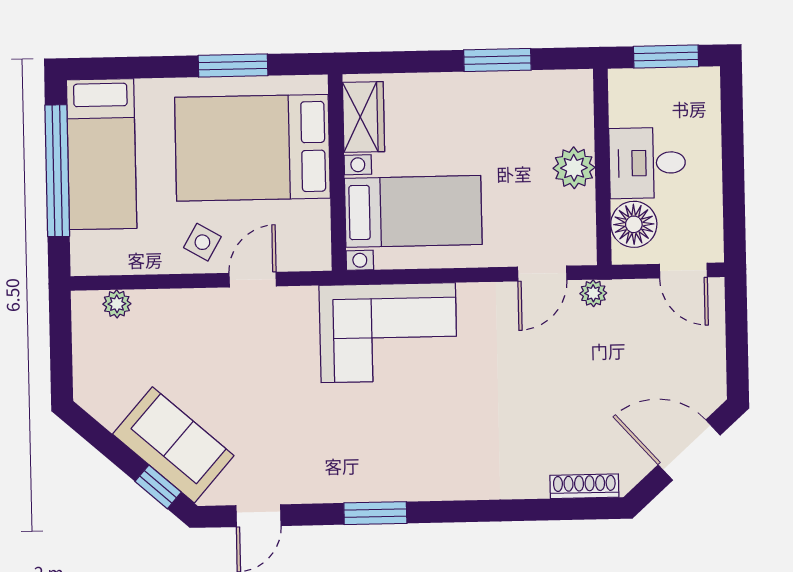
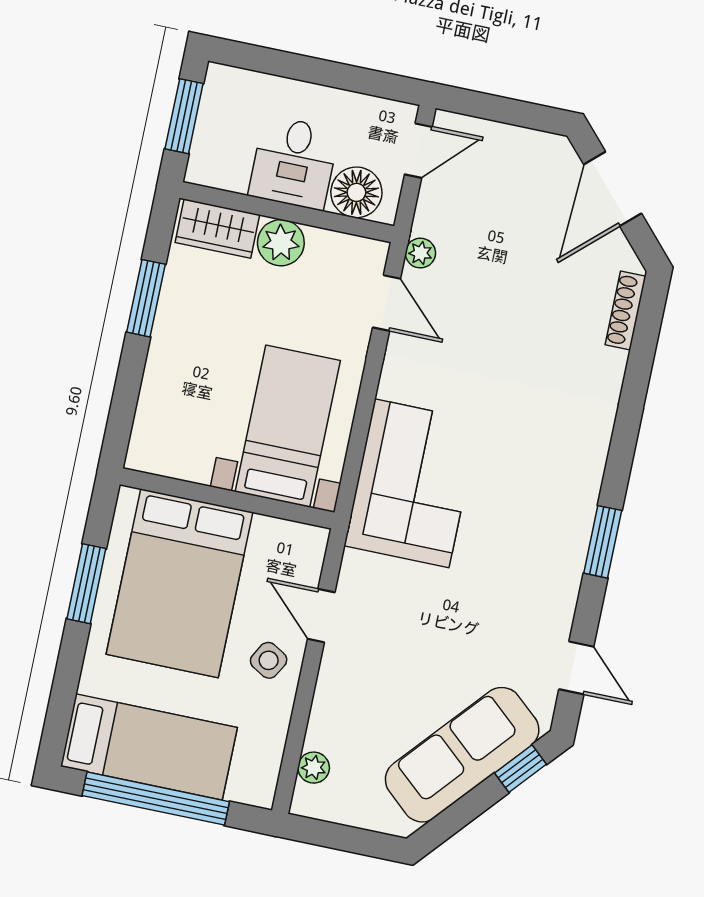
wardrobe: (363, 117) -> (217, 229), moved, turned 180
sofa: (173, 445) -> (462, 755), width x1.36

